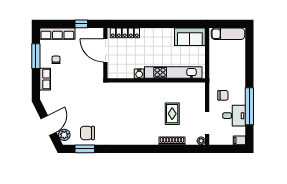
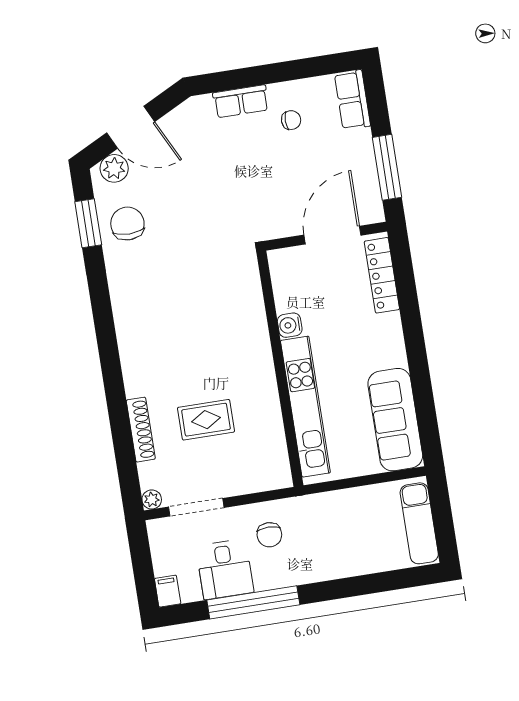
window: (81, 24) -> (387, 167), width x2.17
row of seats: (57, 34) -> (352, 100), width x0.68
sofa: (190, 37) -> (395, 420), width x1.36
window: (36, 56) -> (292, 70), removed

